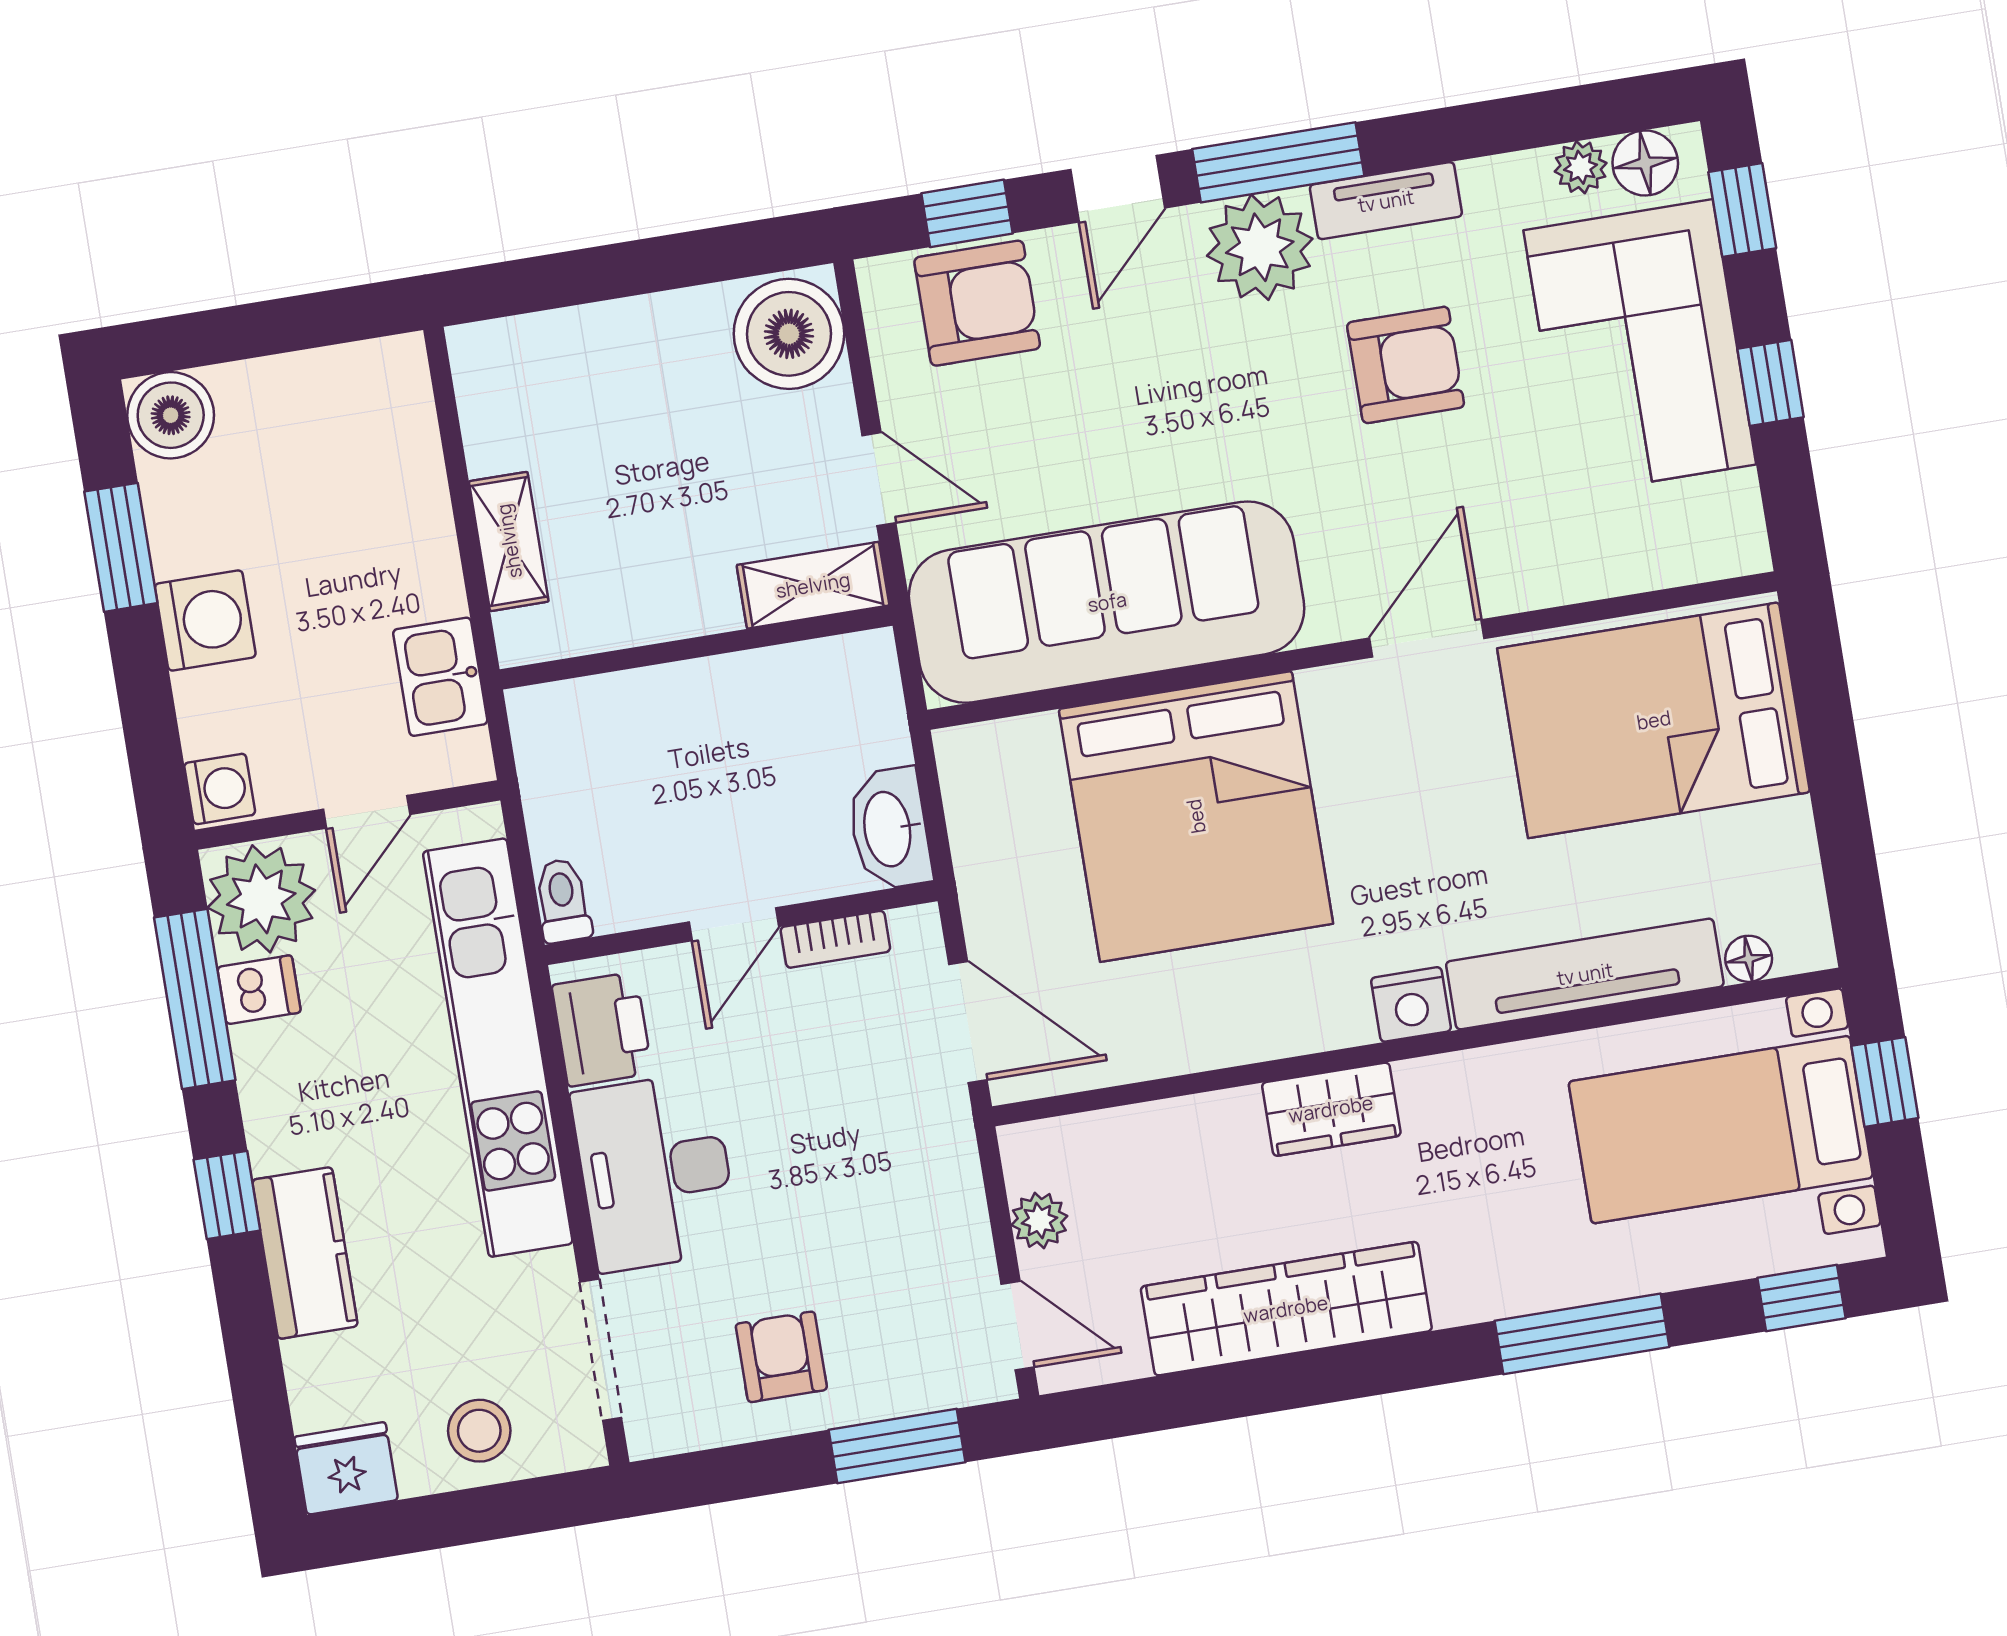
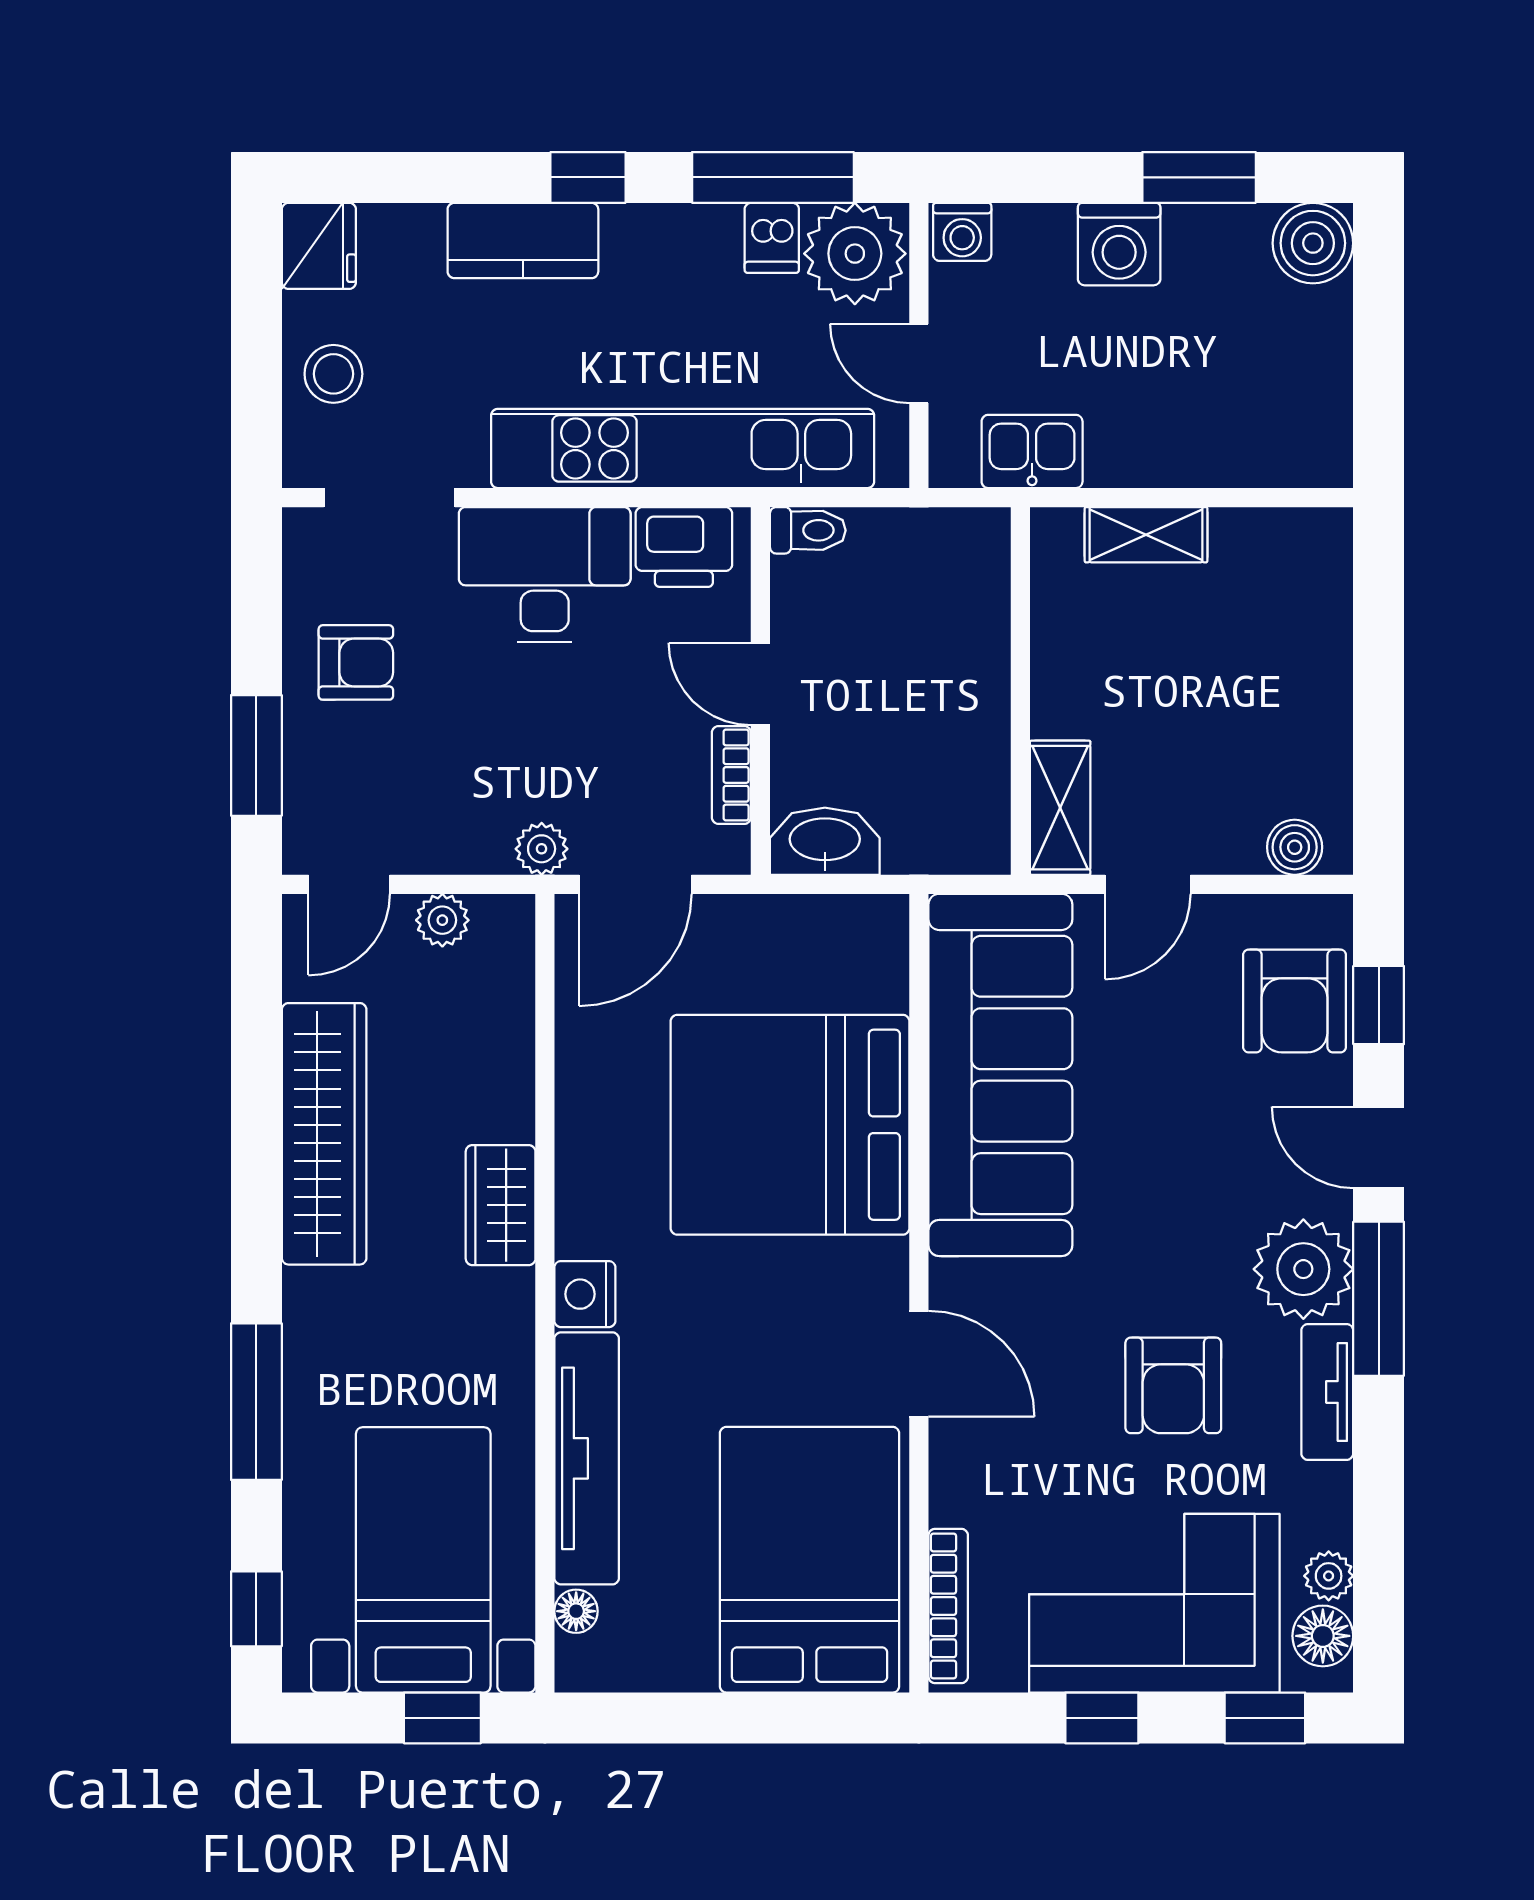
boiler: (789, 334) -> (1295, 847), width x0.54, depth x0.54
bookcase: (1678, 565) -> (948, 1606), added
plant: (947, 1128) -> (542, 849), added

